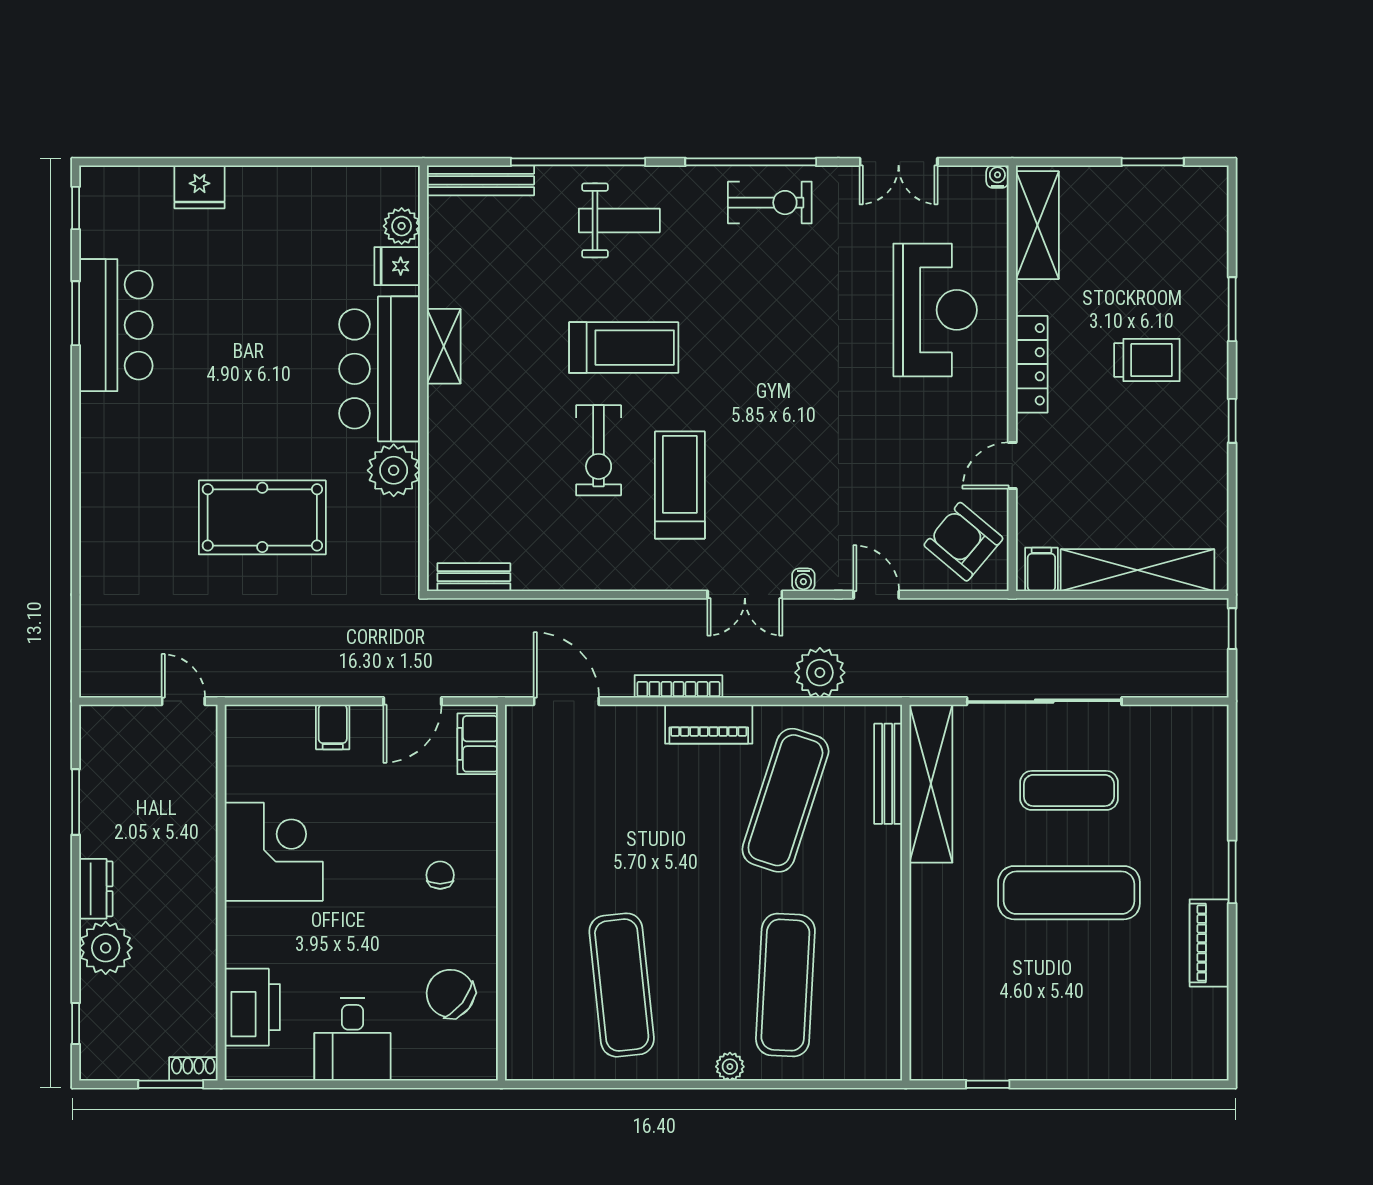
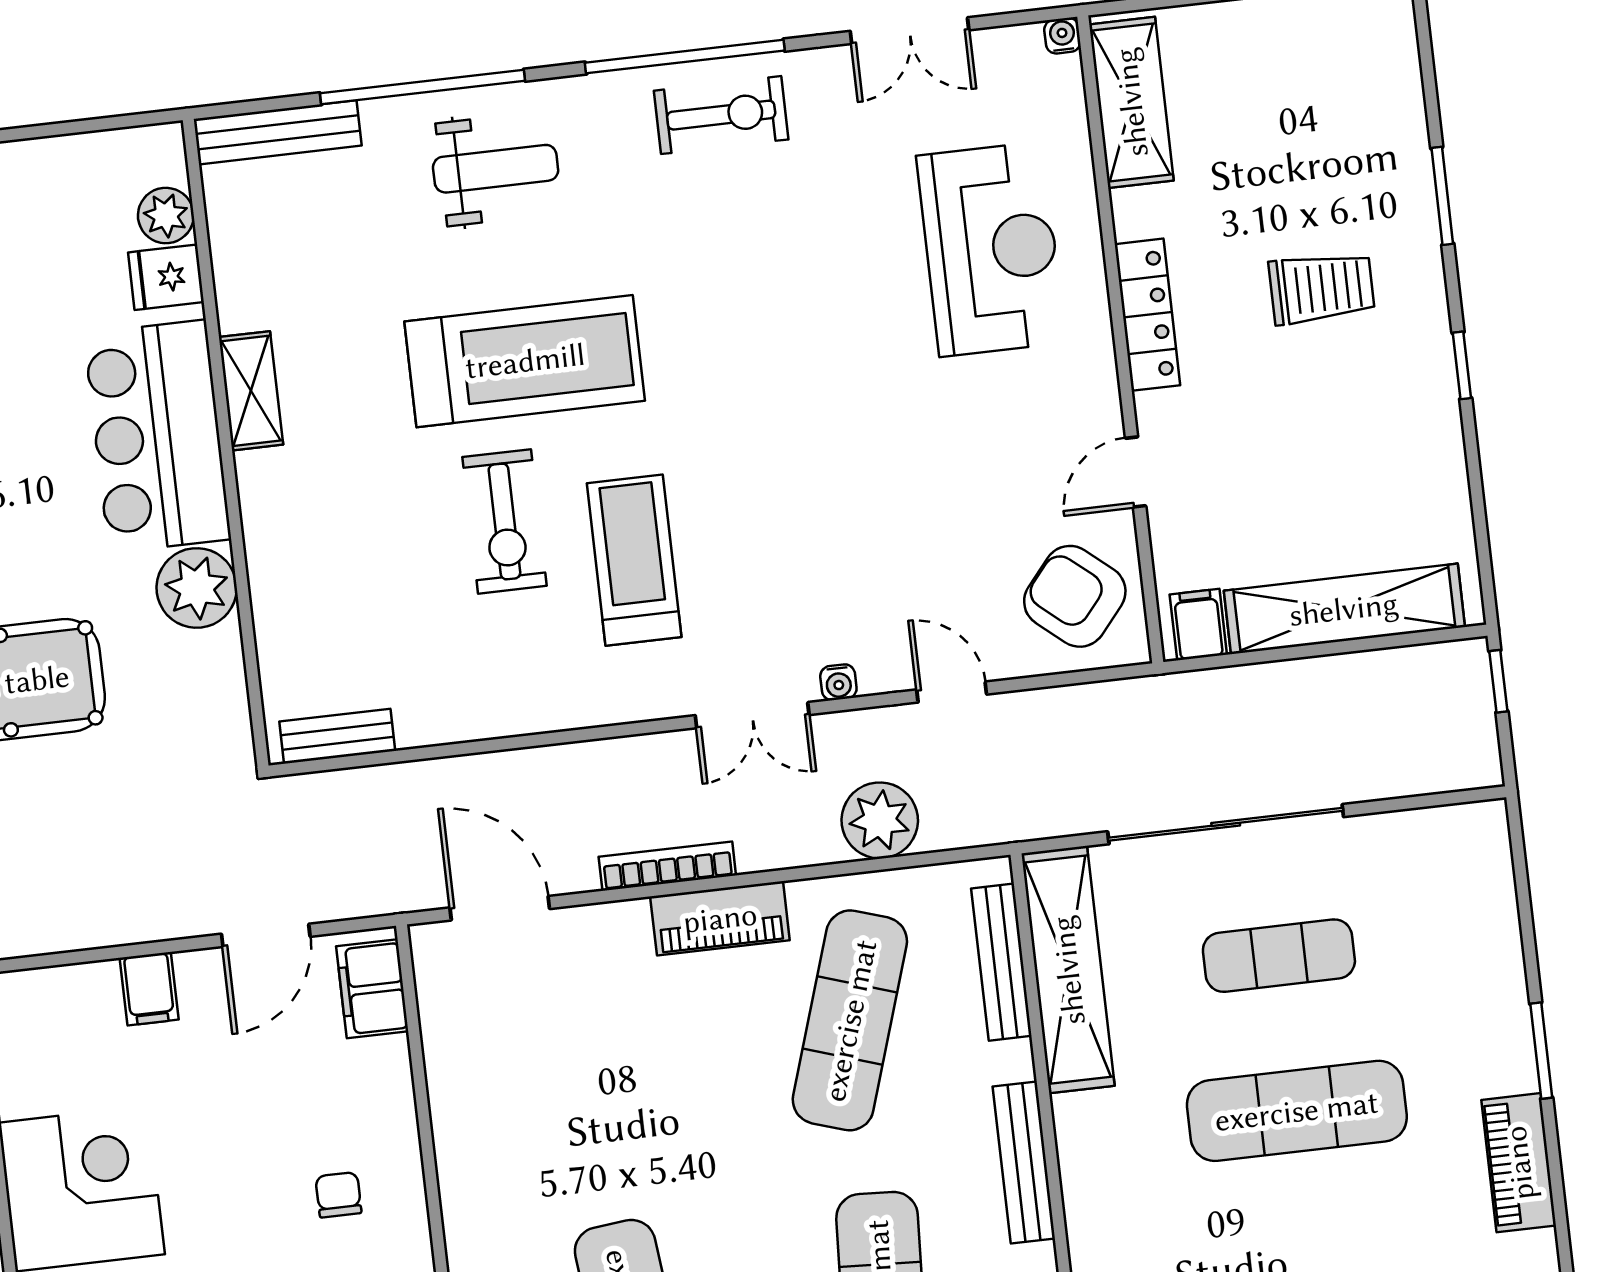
treadmill: (624, 348) -> (525, 361), width x1.37, depth x1.38
bench: (888, 906) -> (1024, 1162), added

